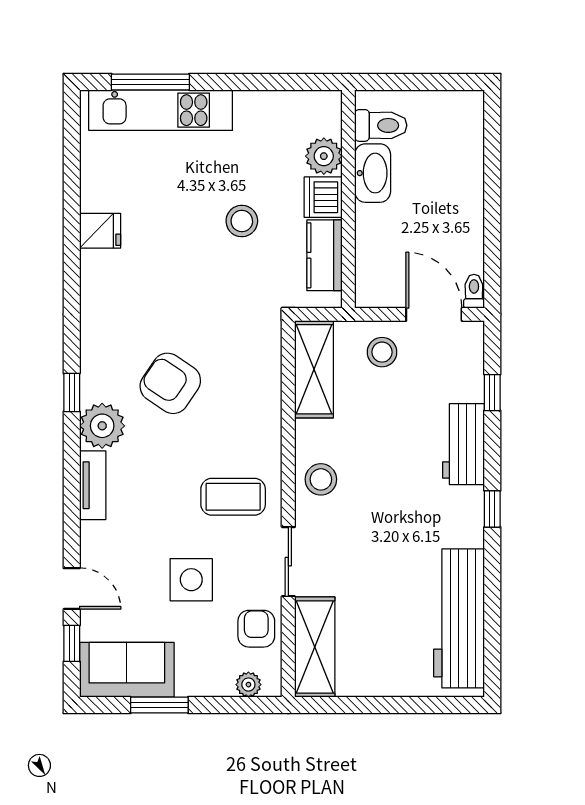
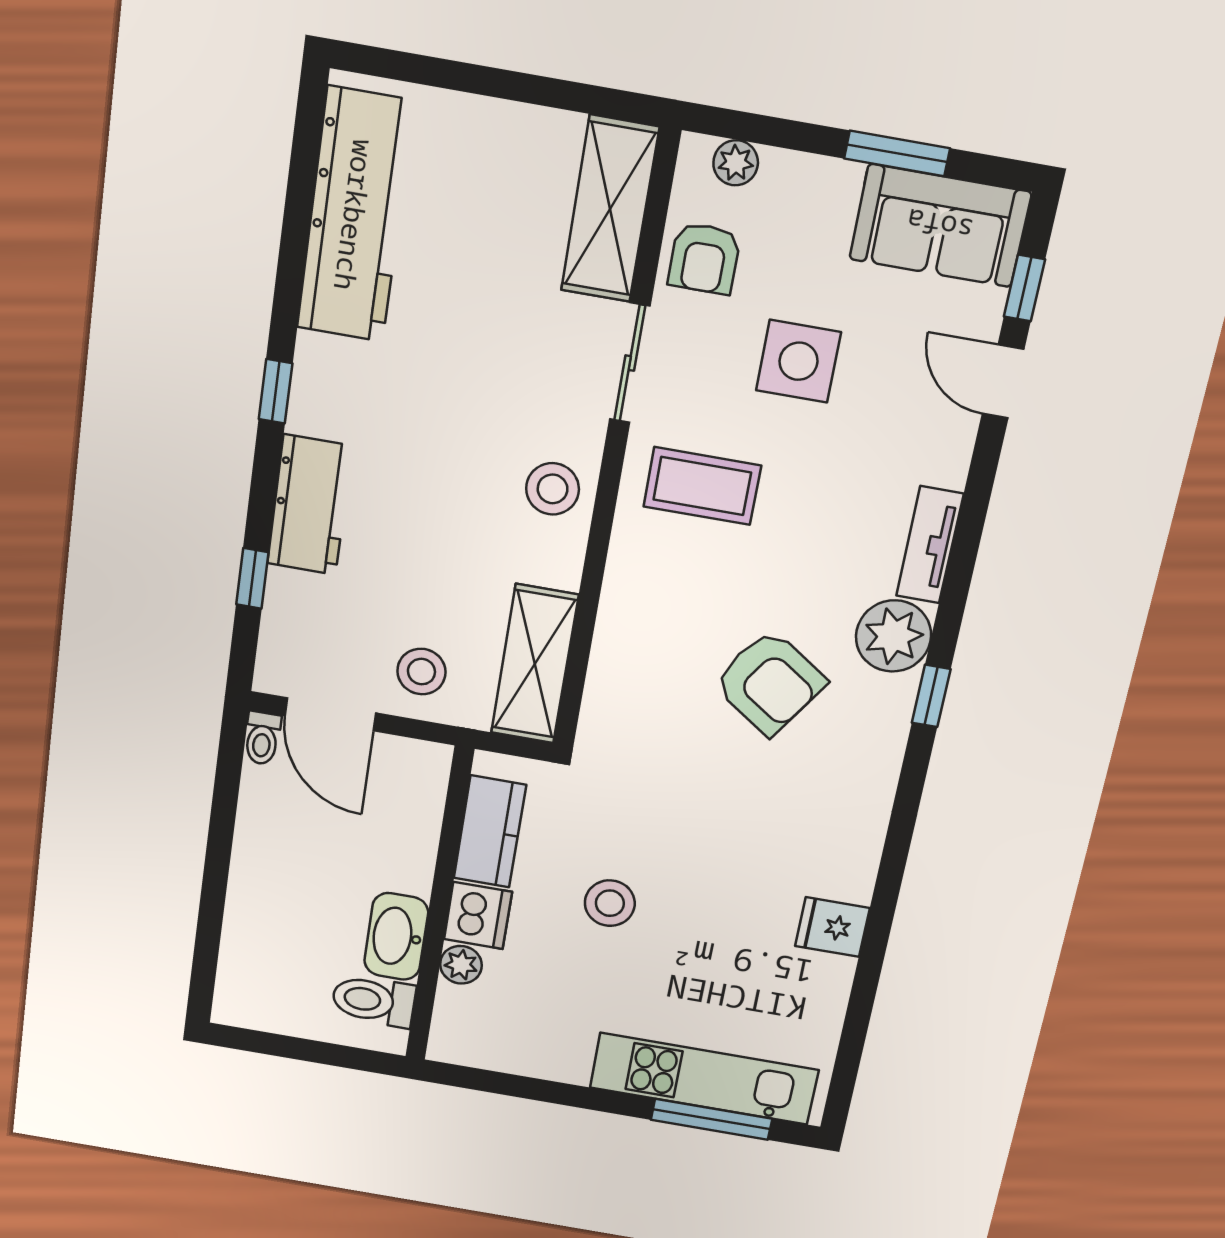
plant: (324, 156) -> (461, 965), width x0.73, depth x0.73

